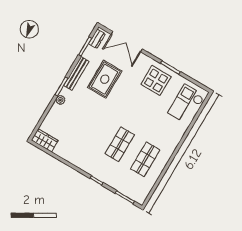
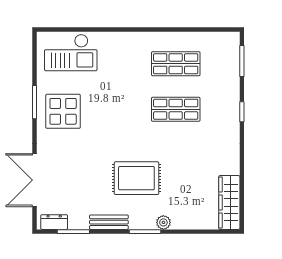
double door: (127, 42) -> (35, 180), swing flipped
bench: (76, 73) -> (109, 222), width x0.73
rug: (105, 79) -> (136, 178), moved
wardrobe: (45, 140) -> (229, 202), width x1.50

